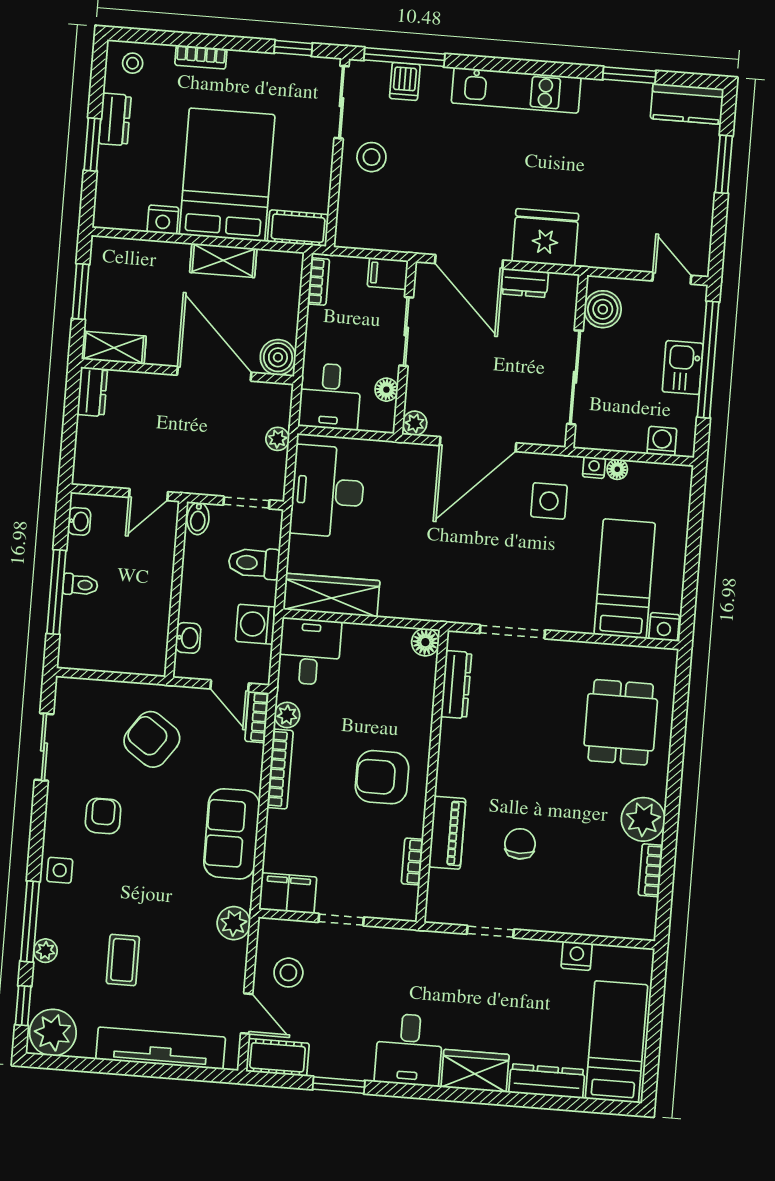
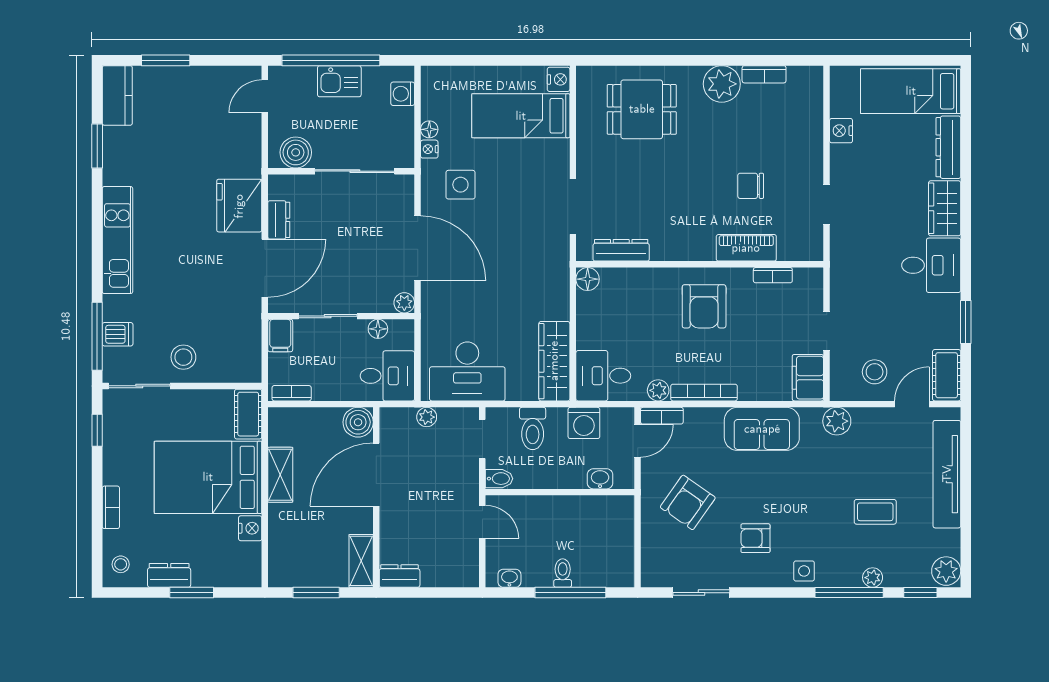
plant: (53, 1033) -> (946, 571), width x0.73, depth x0.73

